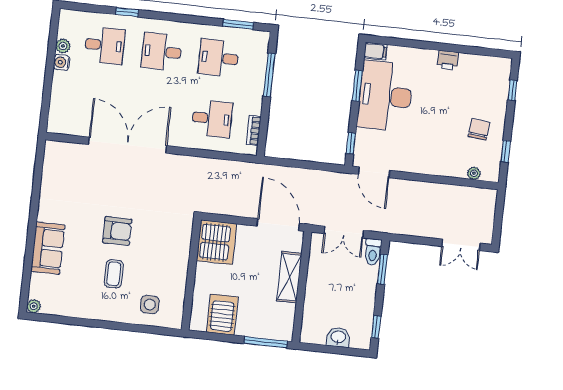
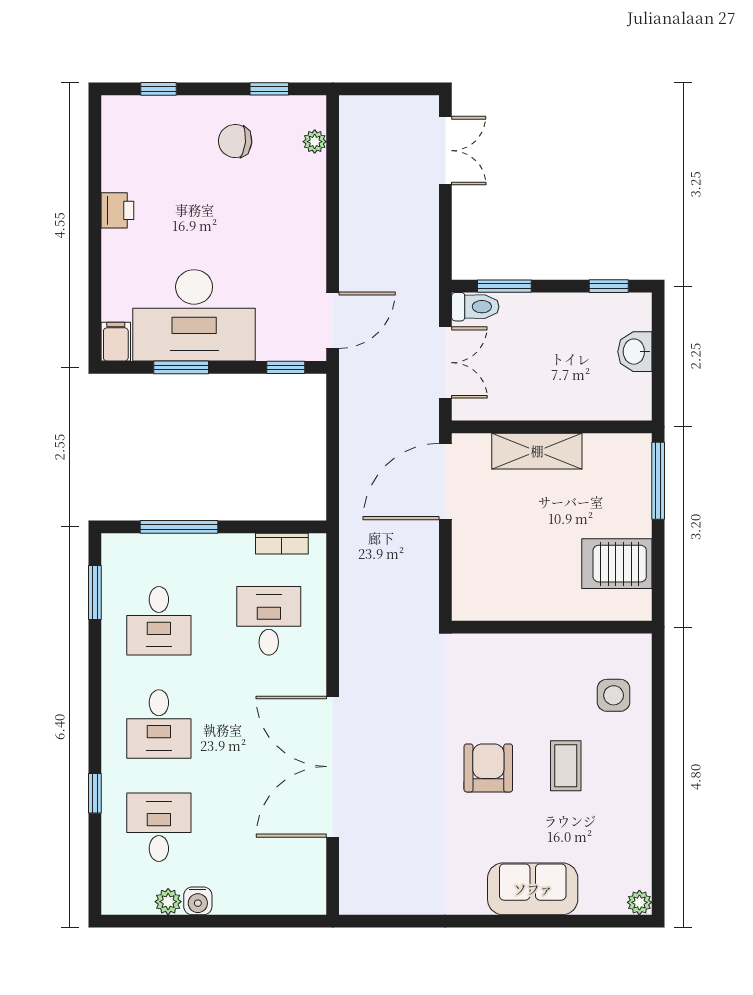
server rack: (217, 242) -> (489, 588), removed
coffee table: (114, 274) -> (566, 766), turned 90

